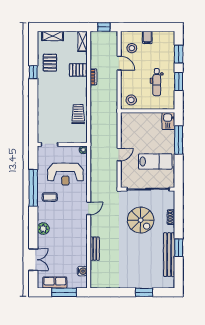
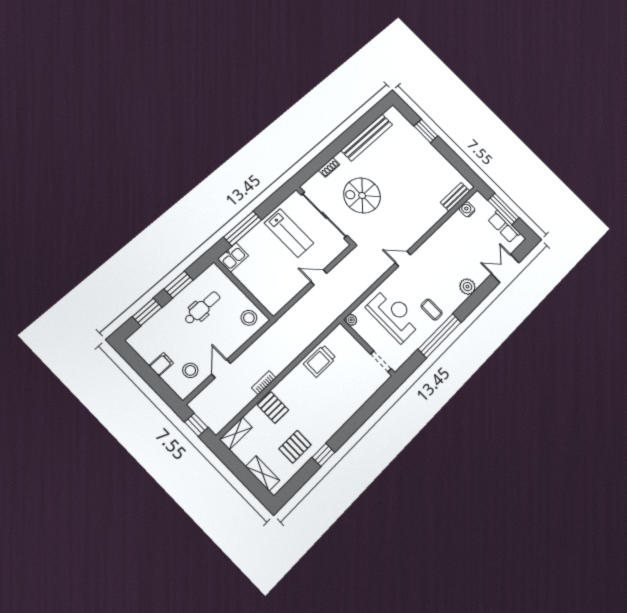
lab bench: (155, 161) -> (289, 233), turned 180
spiral stairs: (141, 220) -> (362, 195), turned -90
window: (179, 248) -> (351, 134), removed
bench: (95, 249) -> (455, 197), moved

